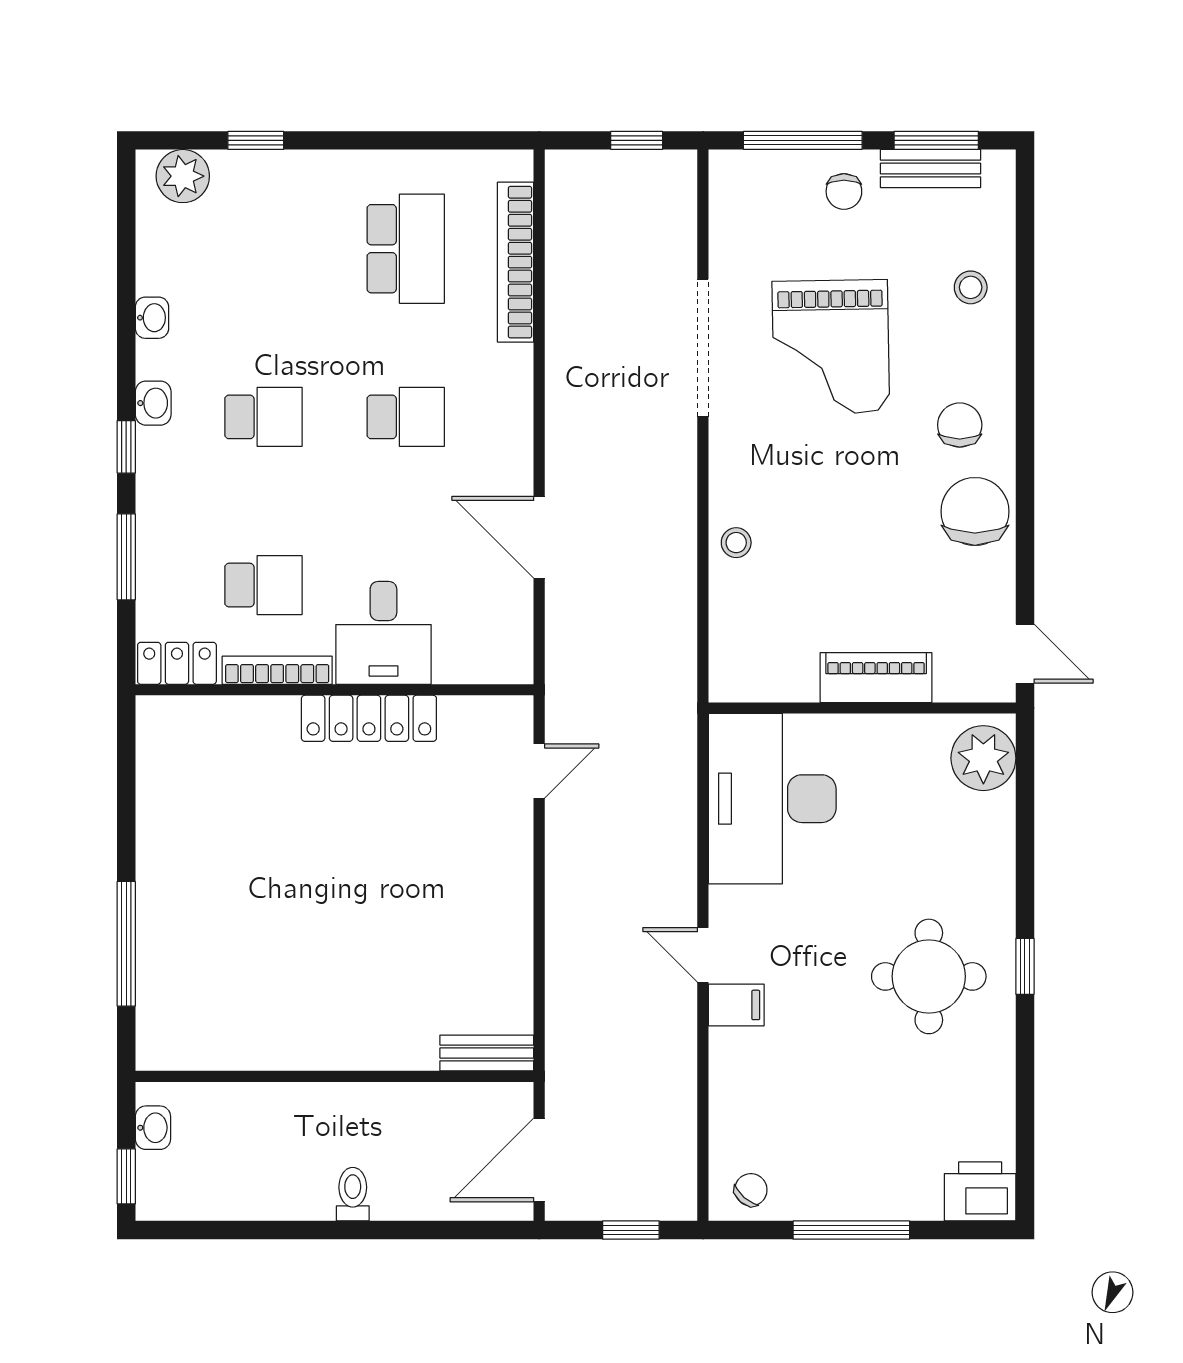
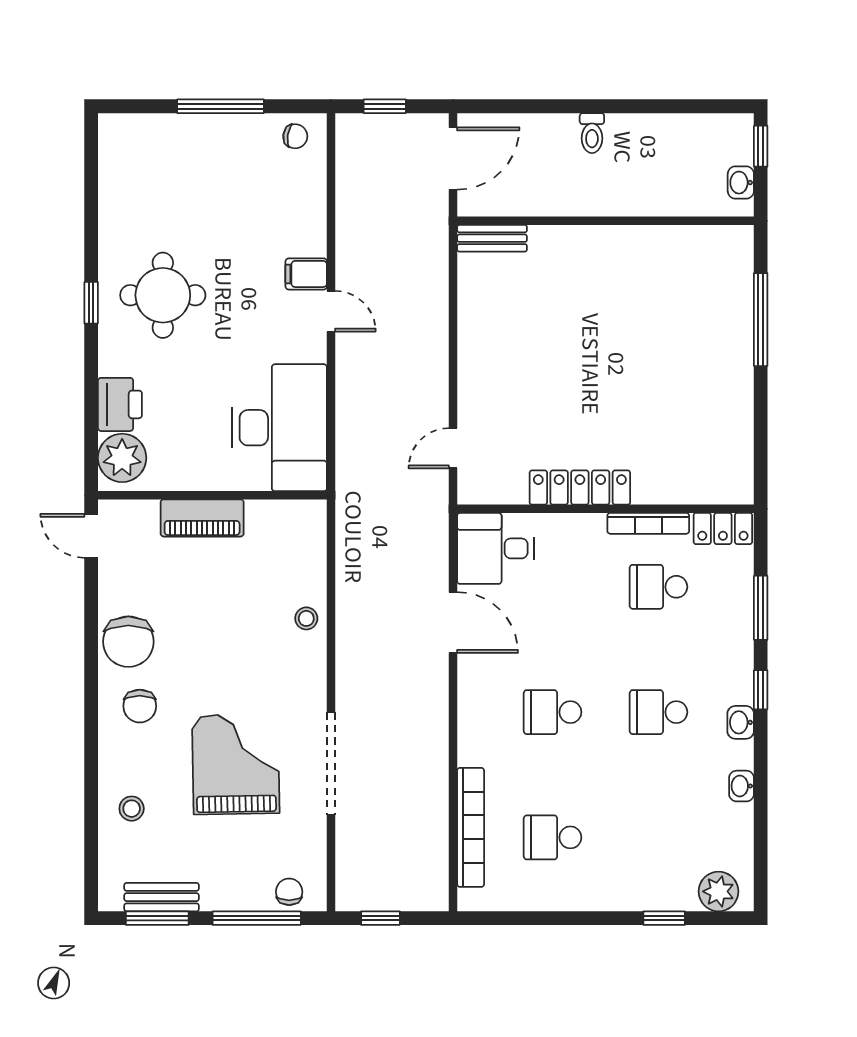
chair: (844, 191) -> (289, 892), moved
school desk: (406, 249) -> (553, 837), width x0.54
desk: (383, 633) -> (495, 548), moved, turned -90
chair: (751, 1190) -> (295, 136), turned -123
printer: (980, 1191) -> (120, 404), moved, turned -90

